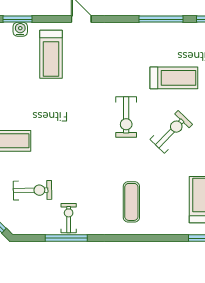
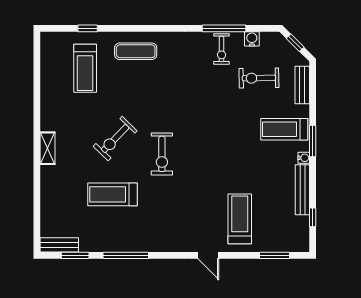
water cooler: (20, 29) -> (252, 39), moved, turned 180
exercise bike: (126, 117) -> (162, 154), turned 180
exercise mat: (131, 202) -> (136, 51), moved, turned 90

